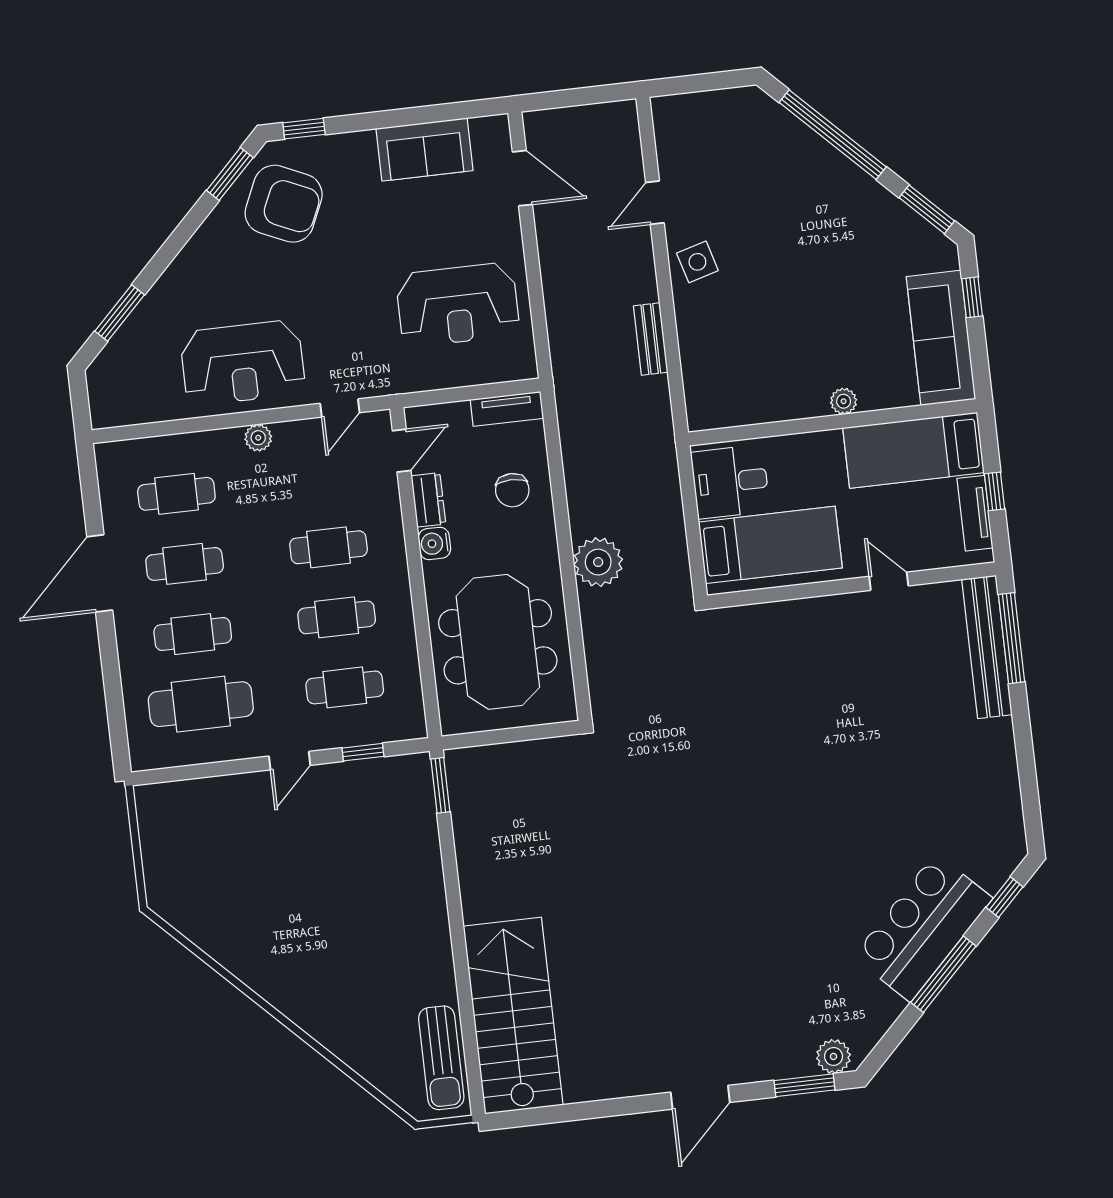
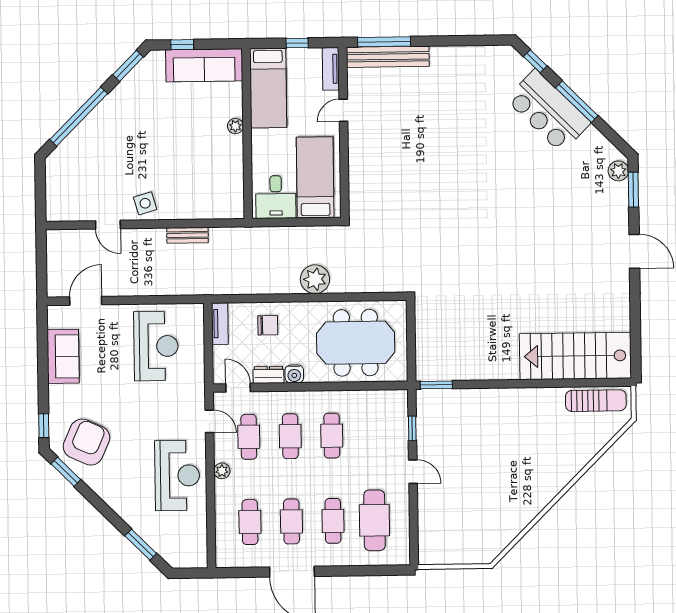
tv unit: (975, 513) -> (331, 69), moved, turned 90
cafe table: (345, 687) -> (249, 437), moved

